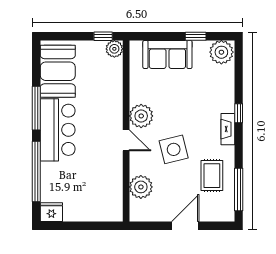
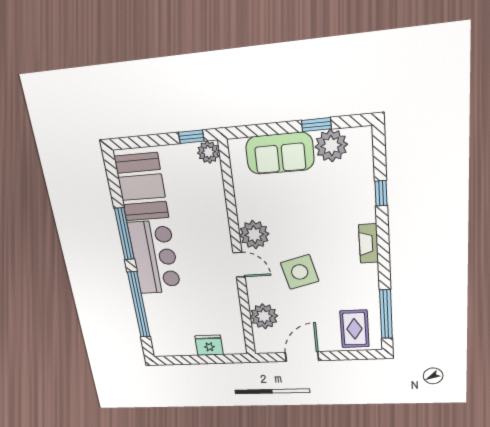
plant: (221, 52) -> (331, 146), moved
window: (239, 113) -> (381, 193), moved
rug: (212, 176) -> (354, 329), moved
fridge: (51, 212) -> (209, 345), moved
door: (185, 226) -> (302, 357), moved

